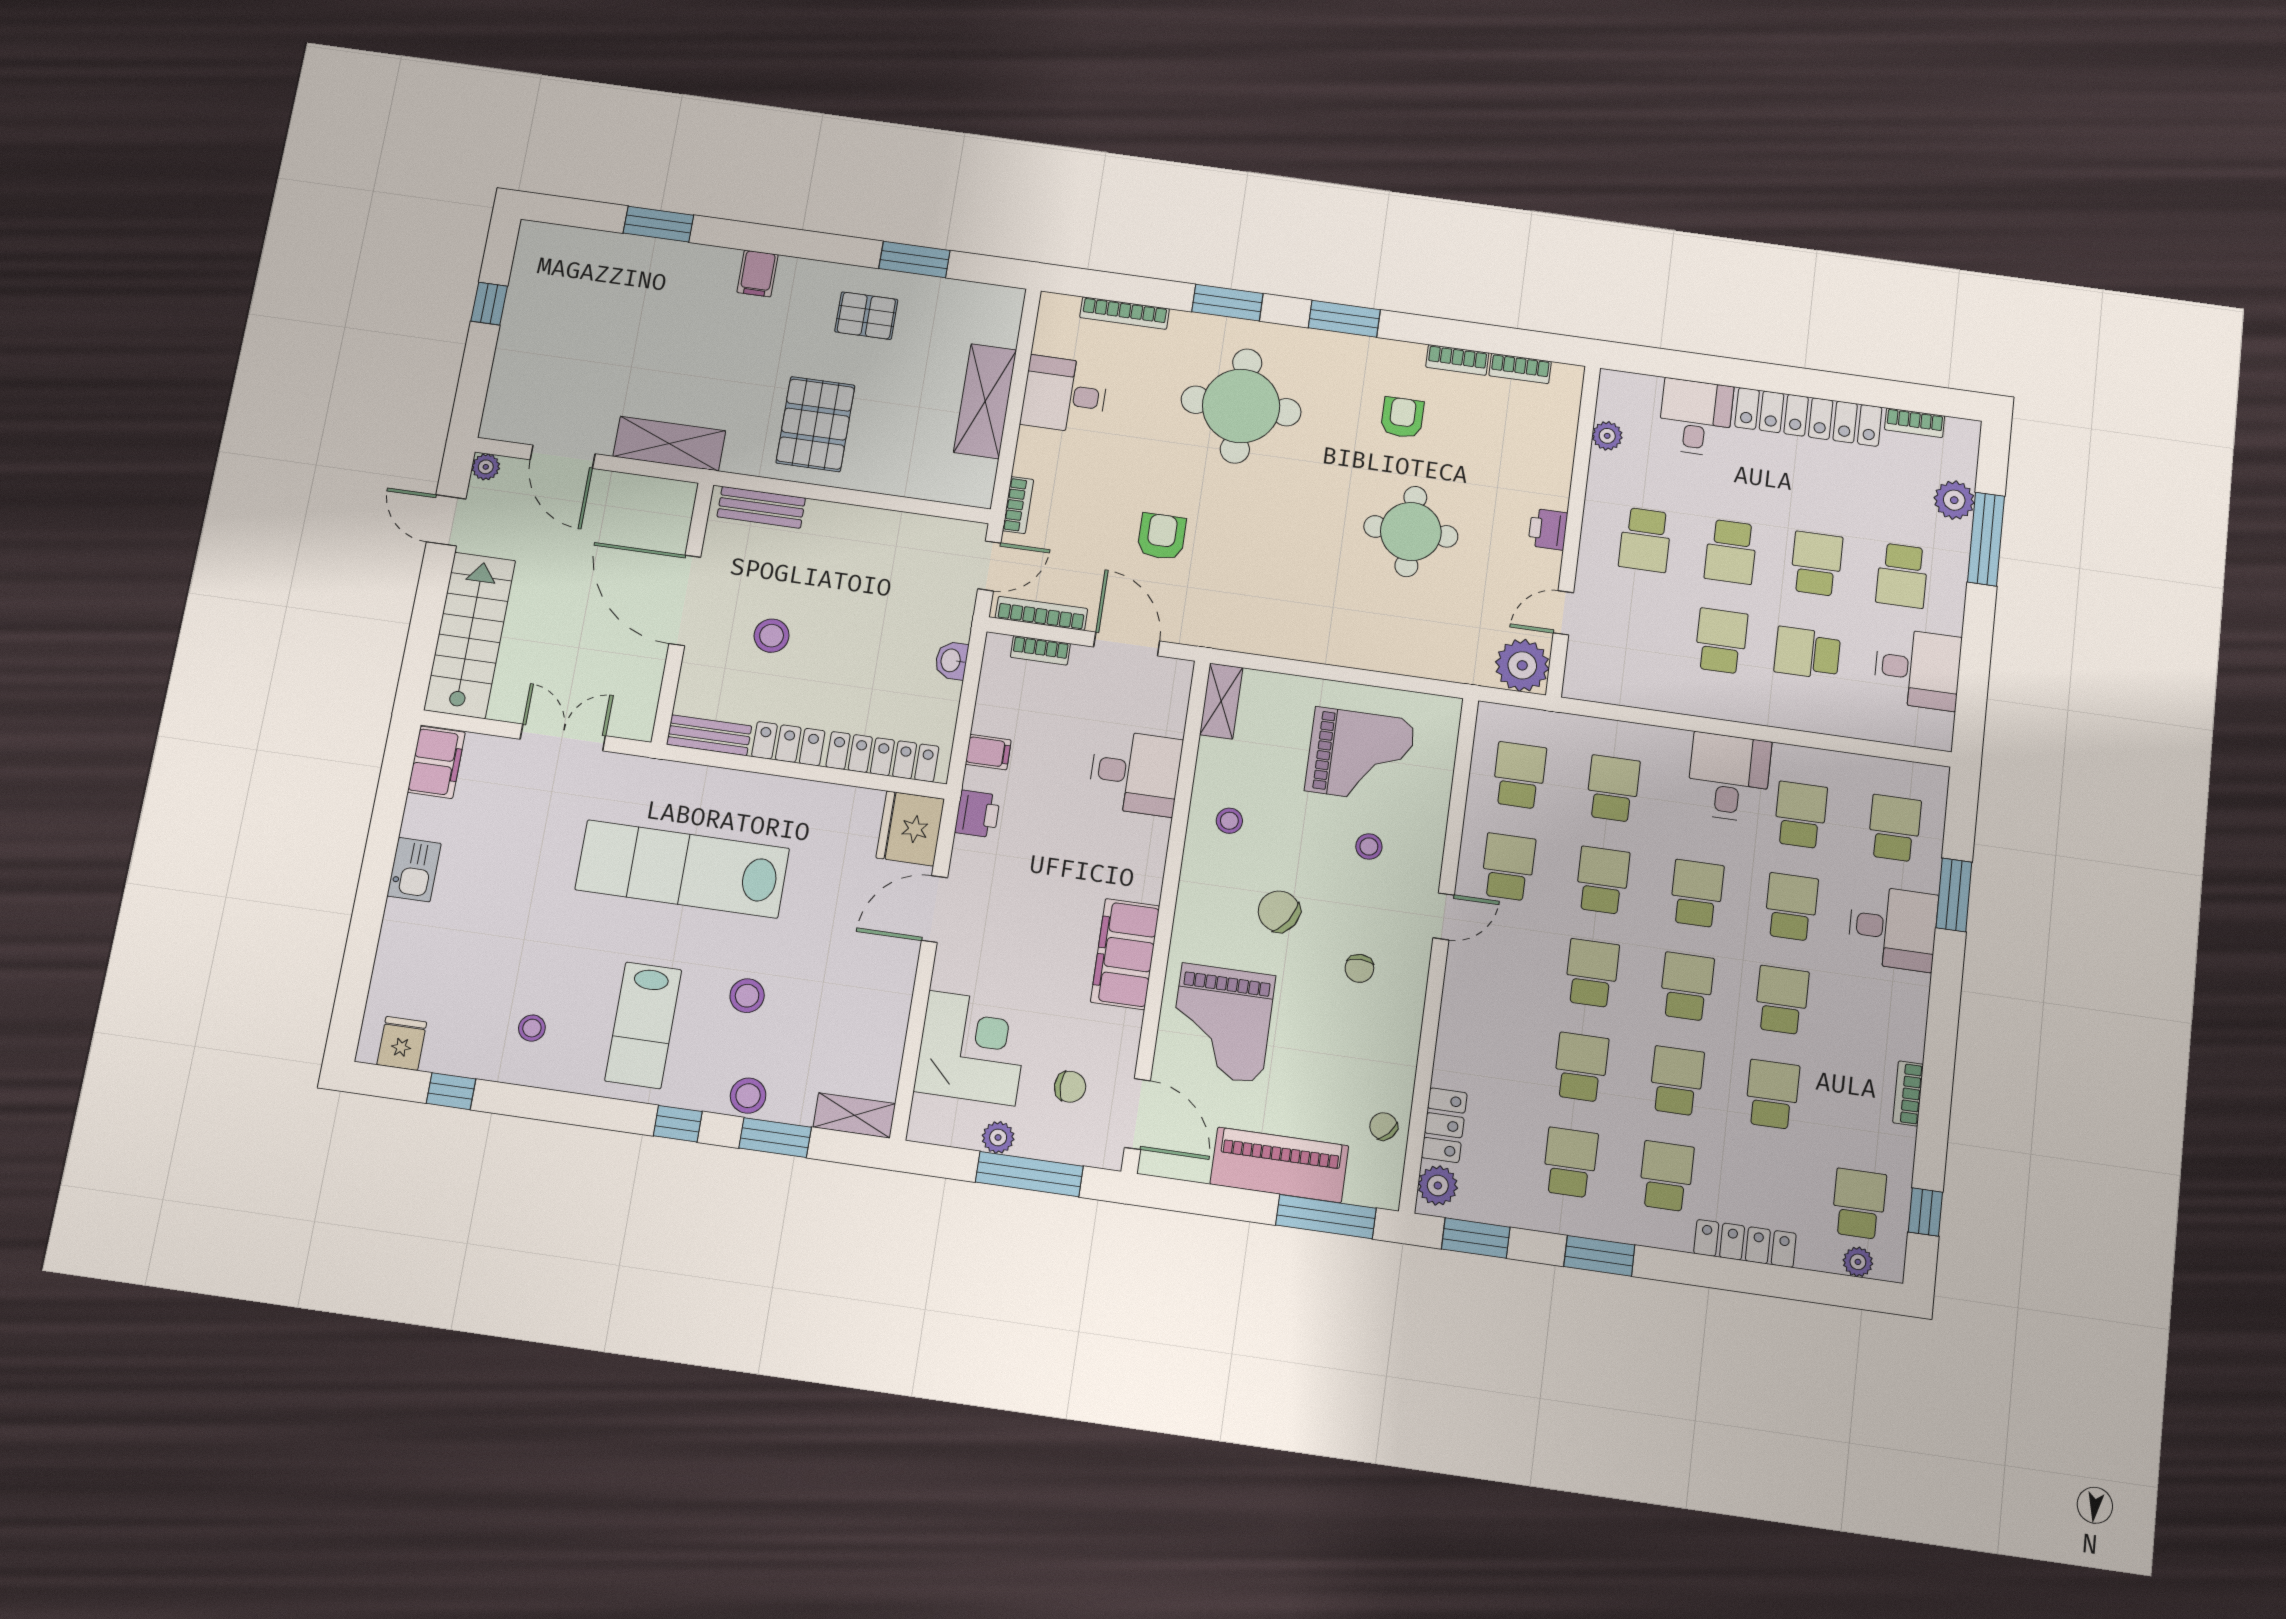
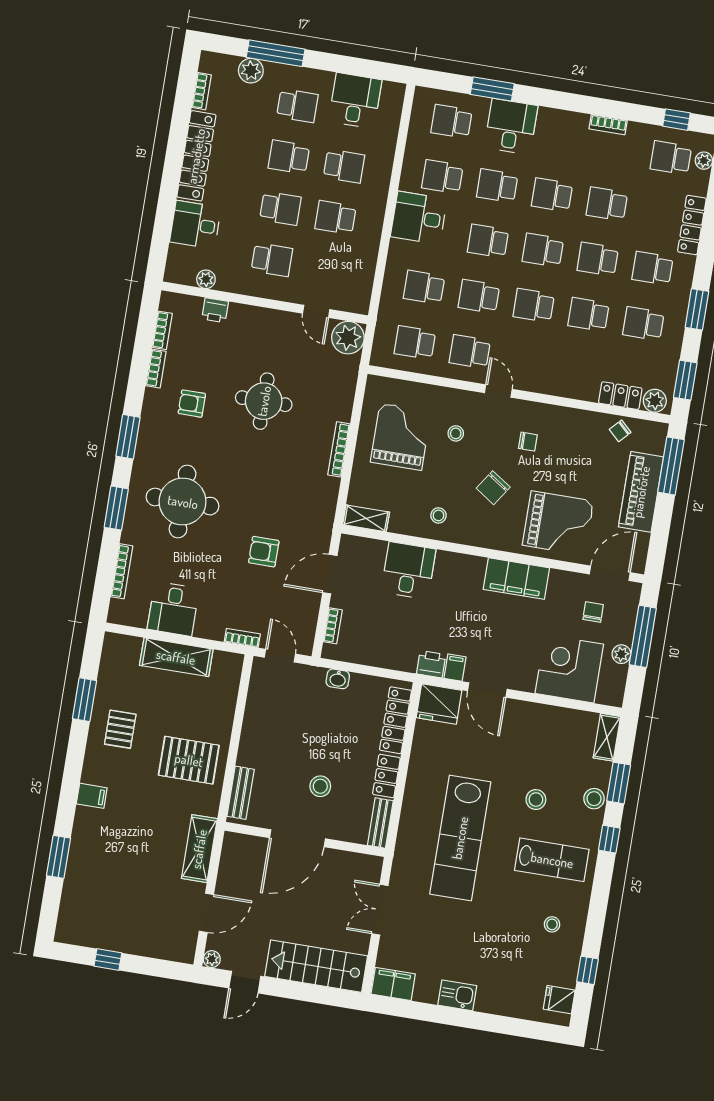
printer: (1548, 529) -> (215, 310), moved
bookcase: (1041, 613) -> (339, 449), moved
school desk: (1807, 653) -> (344, 166), turned -90
filing cabinet: (988, 752) -> (455, 668), moved

